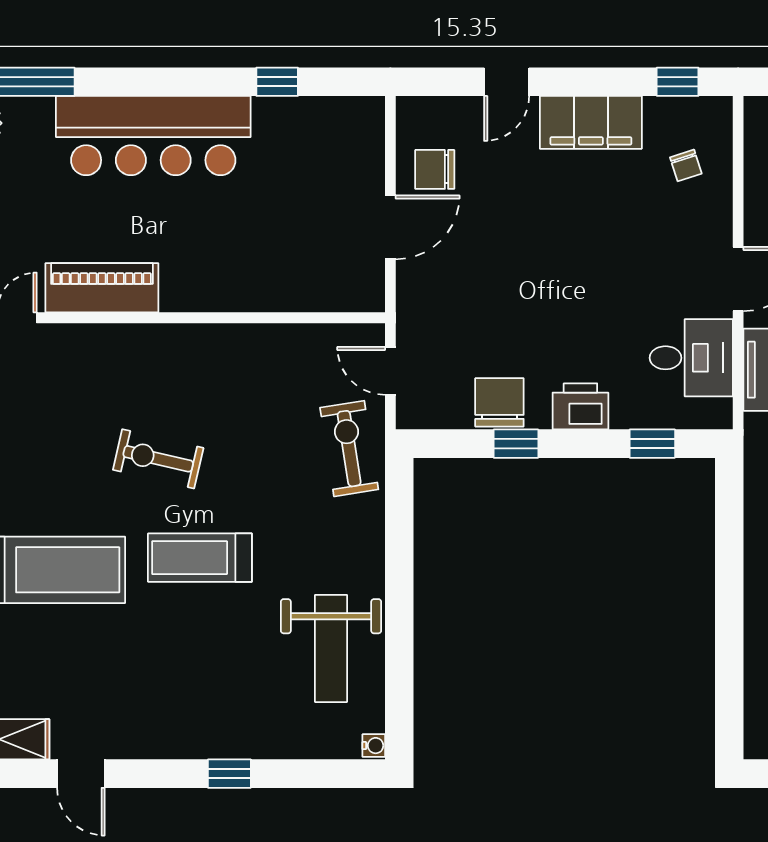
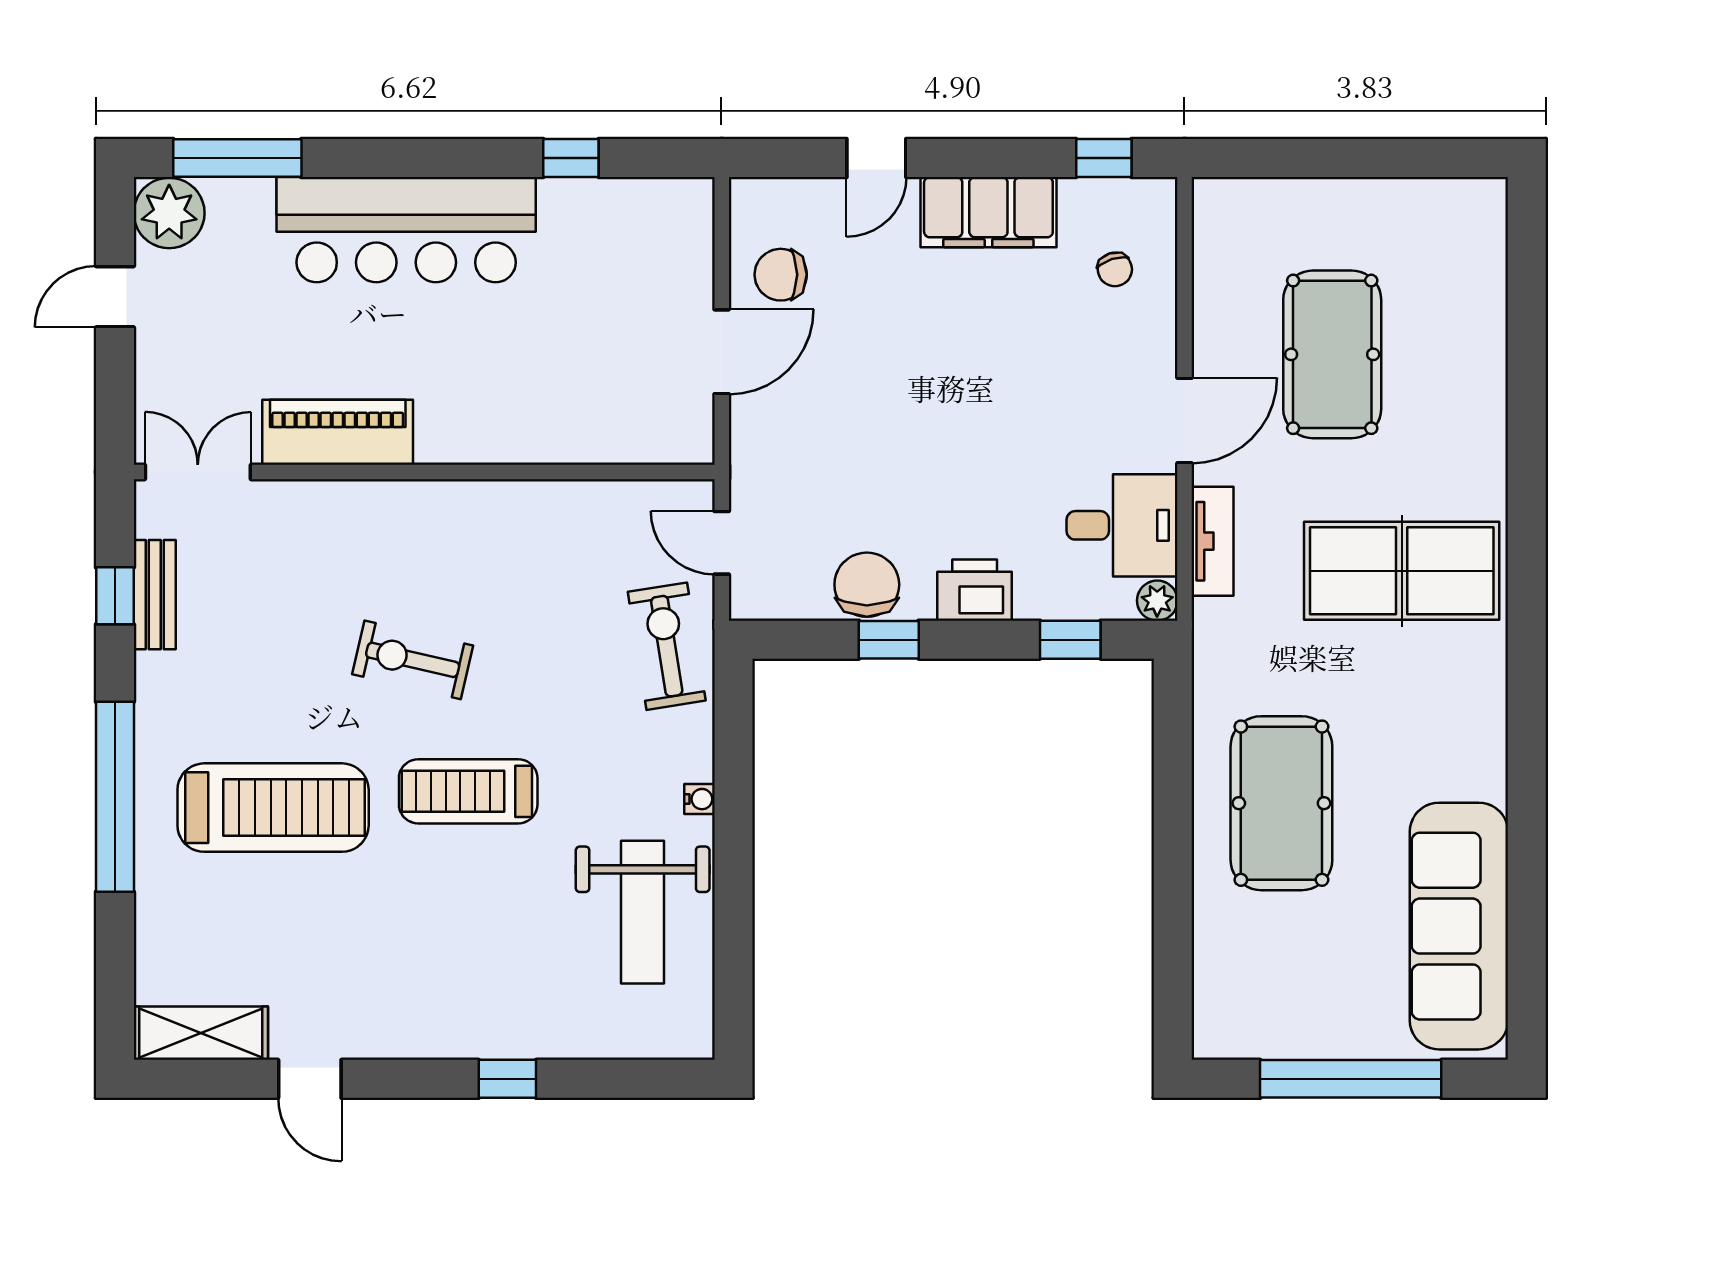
plant: (718, 414) -> (1157, 601), added
water cooler: (374, 746) -> (700, 799), moved

